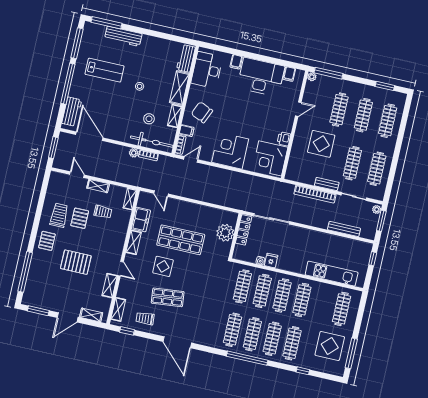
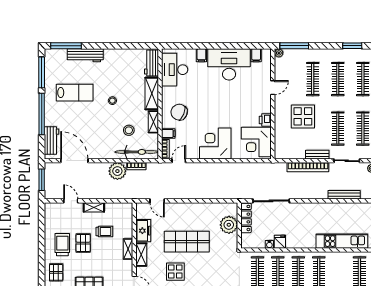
plant: (134, 153) -> (117, 171), width x1.87, depth x1.87
shelving: (130, 199) -> (128, 249), moved

